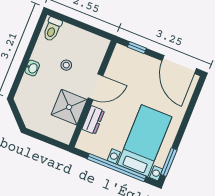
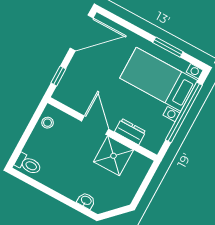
stool: (66, 65) -> (48, 123), moved
washbasin: (32, 68) -> (86, 201), moved
window: (169, 162) -> (168, 47), moved

